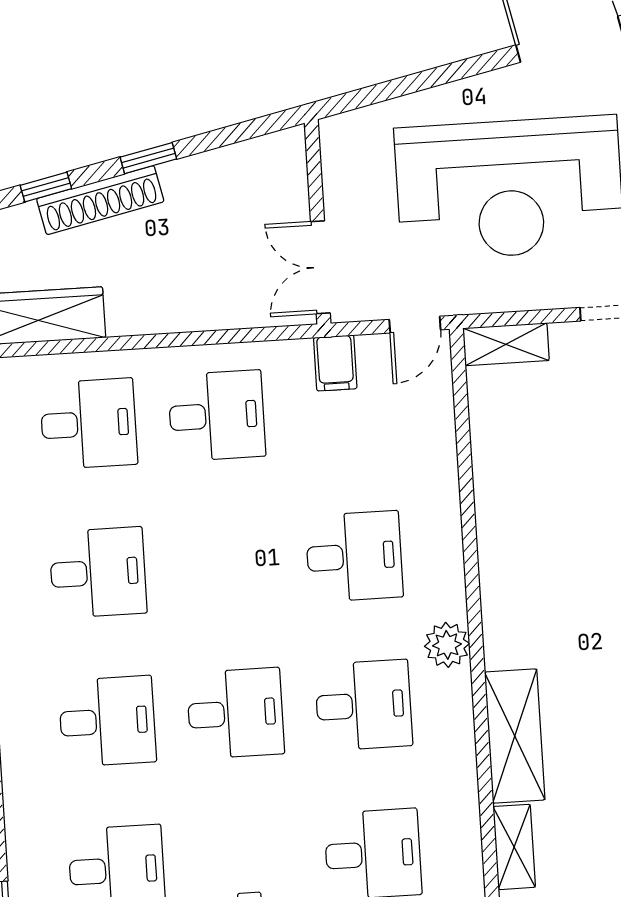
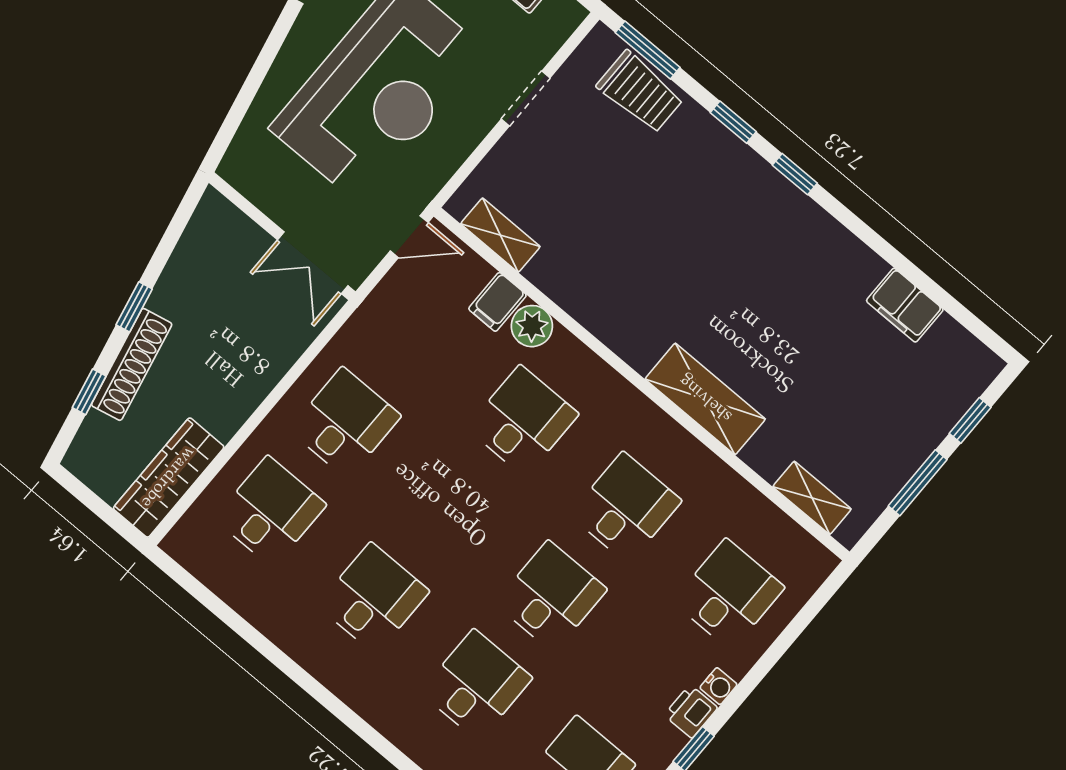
door: (415, 325) -> (409, 237), hinge flipped
shelving: (506, 344) -> (500, 235), moved, turned 90
filing cabinet: (335, 363) -> (497, 302), moved, turned 90
plant: (447, 645) -> (532, 326), moved
shelving: (515, 736) -> (705, 399), moved

